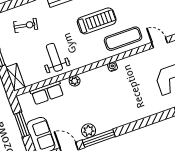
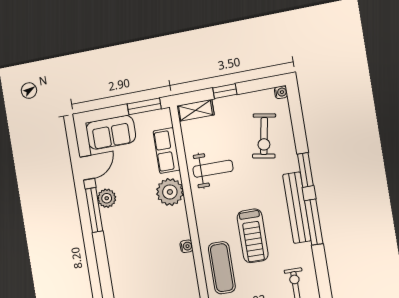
exercise bike: (26, 25) -> (264, 136), width x1.38, depth x1.39
plant: (75, 81) -> (170, 192), width x1.87, depth x1.87
window: (22, 125) -> (144, 106), moved

